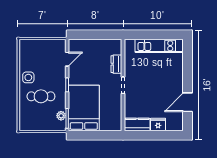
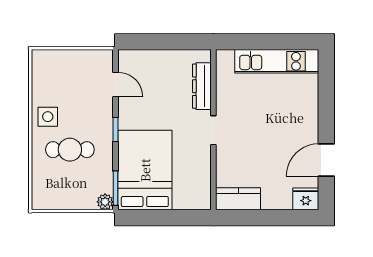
door: (67, 59) -> (116, 85), hinge flipped
dresser: (116, 64) -> (202, 86), width x1.44
plant: (61, 116) -> (105, 202), moved
fridge: (158, 124) -> (306, 199), moved

